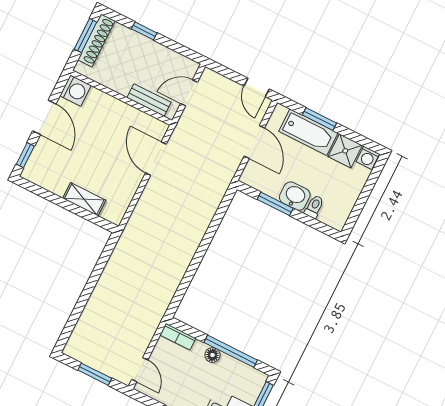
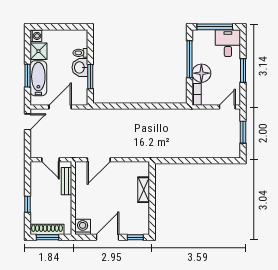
floor lamp: (212, 355) -> (201, 73), width x1.89, depth x1.89

